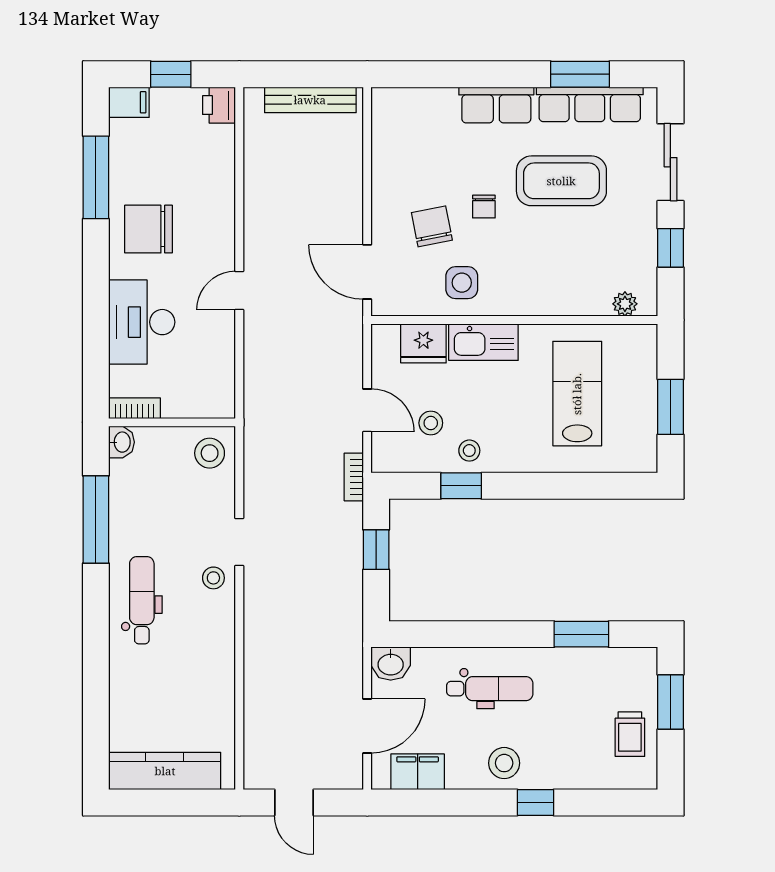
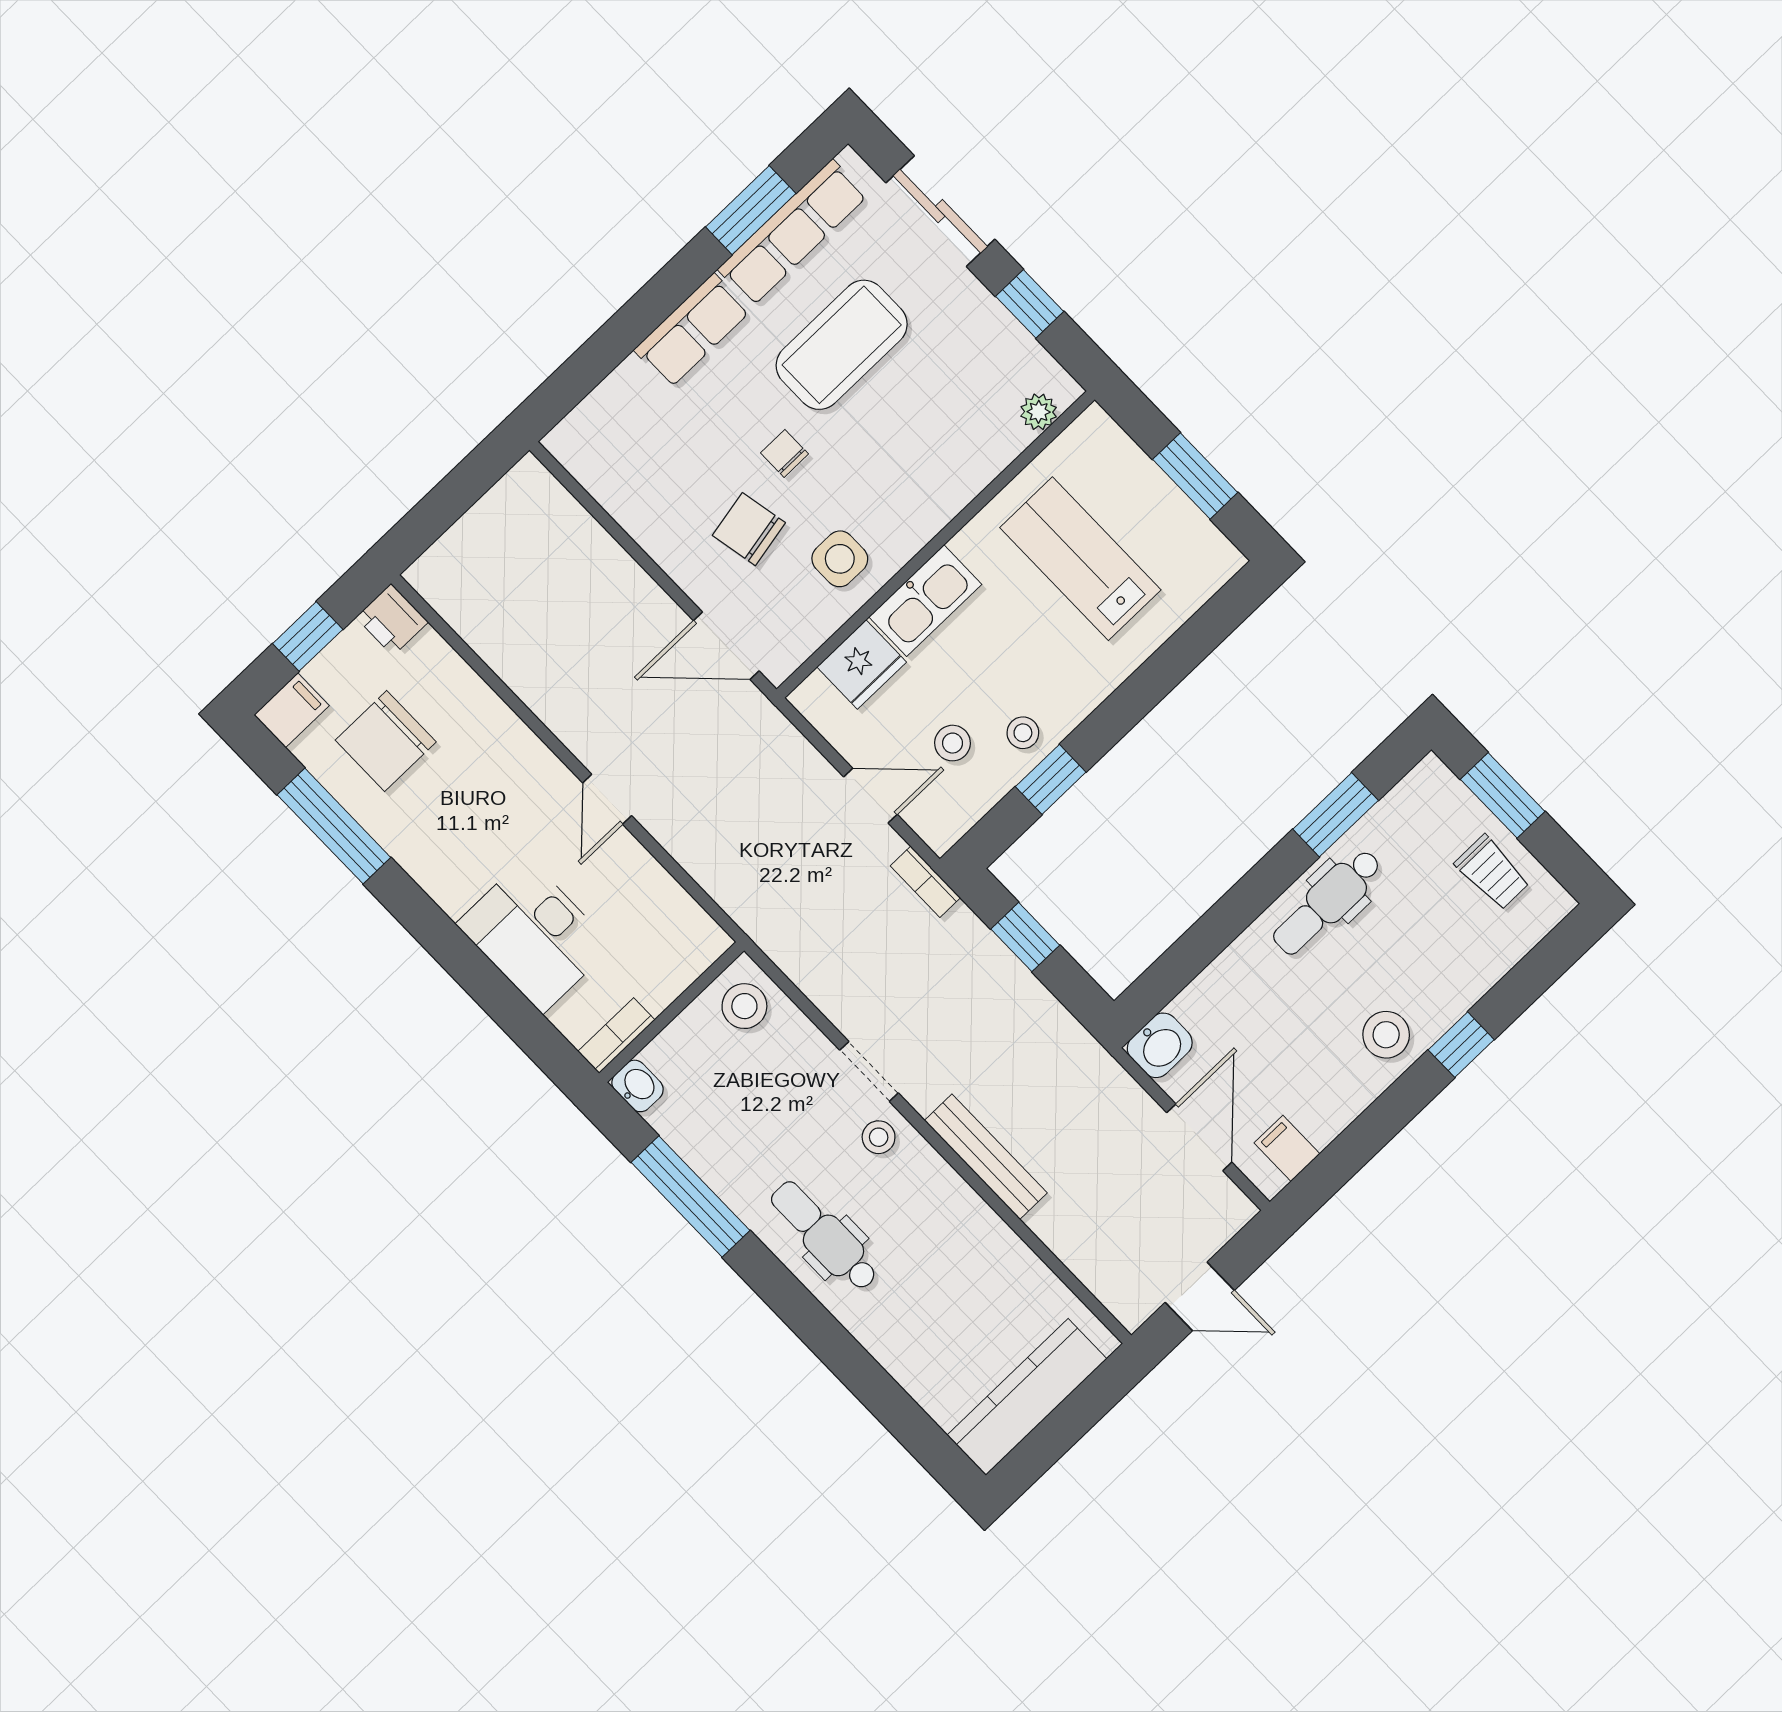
bench: (310, 100) -> (986, 1157), moved, turned 90
chair: (484, 207) -> (784, 453), turned 180
chair: (148, 229) -> (386, 741), moved
dental chair: (490, 689) -> (1327, 902), moved, turned 180
filing cabinet: (418, 772) -> (1287, 1148), width x0.50

